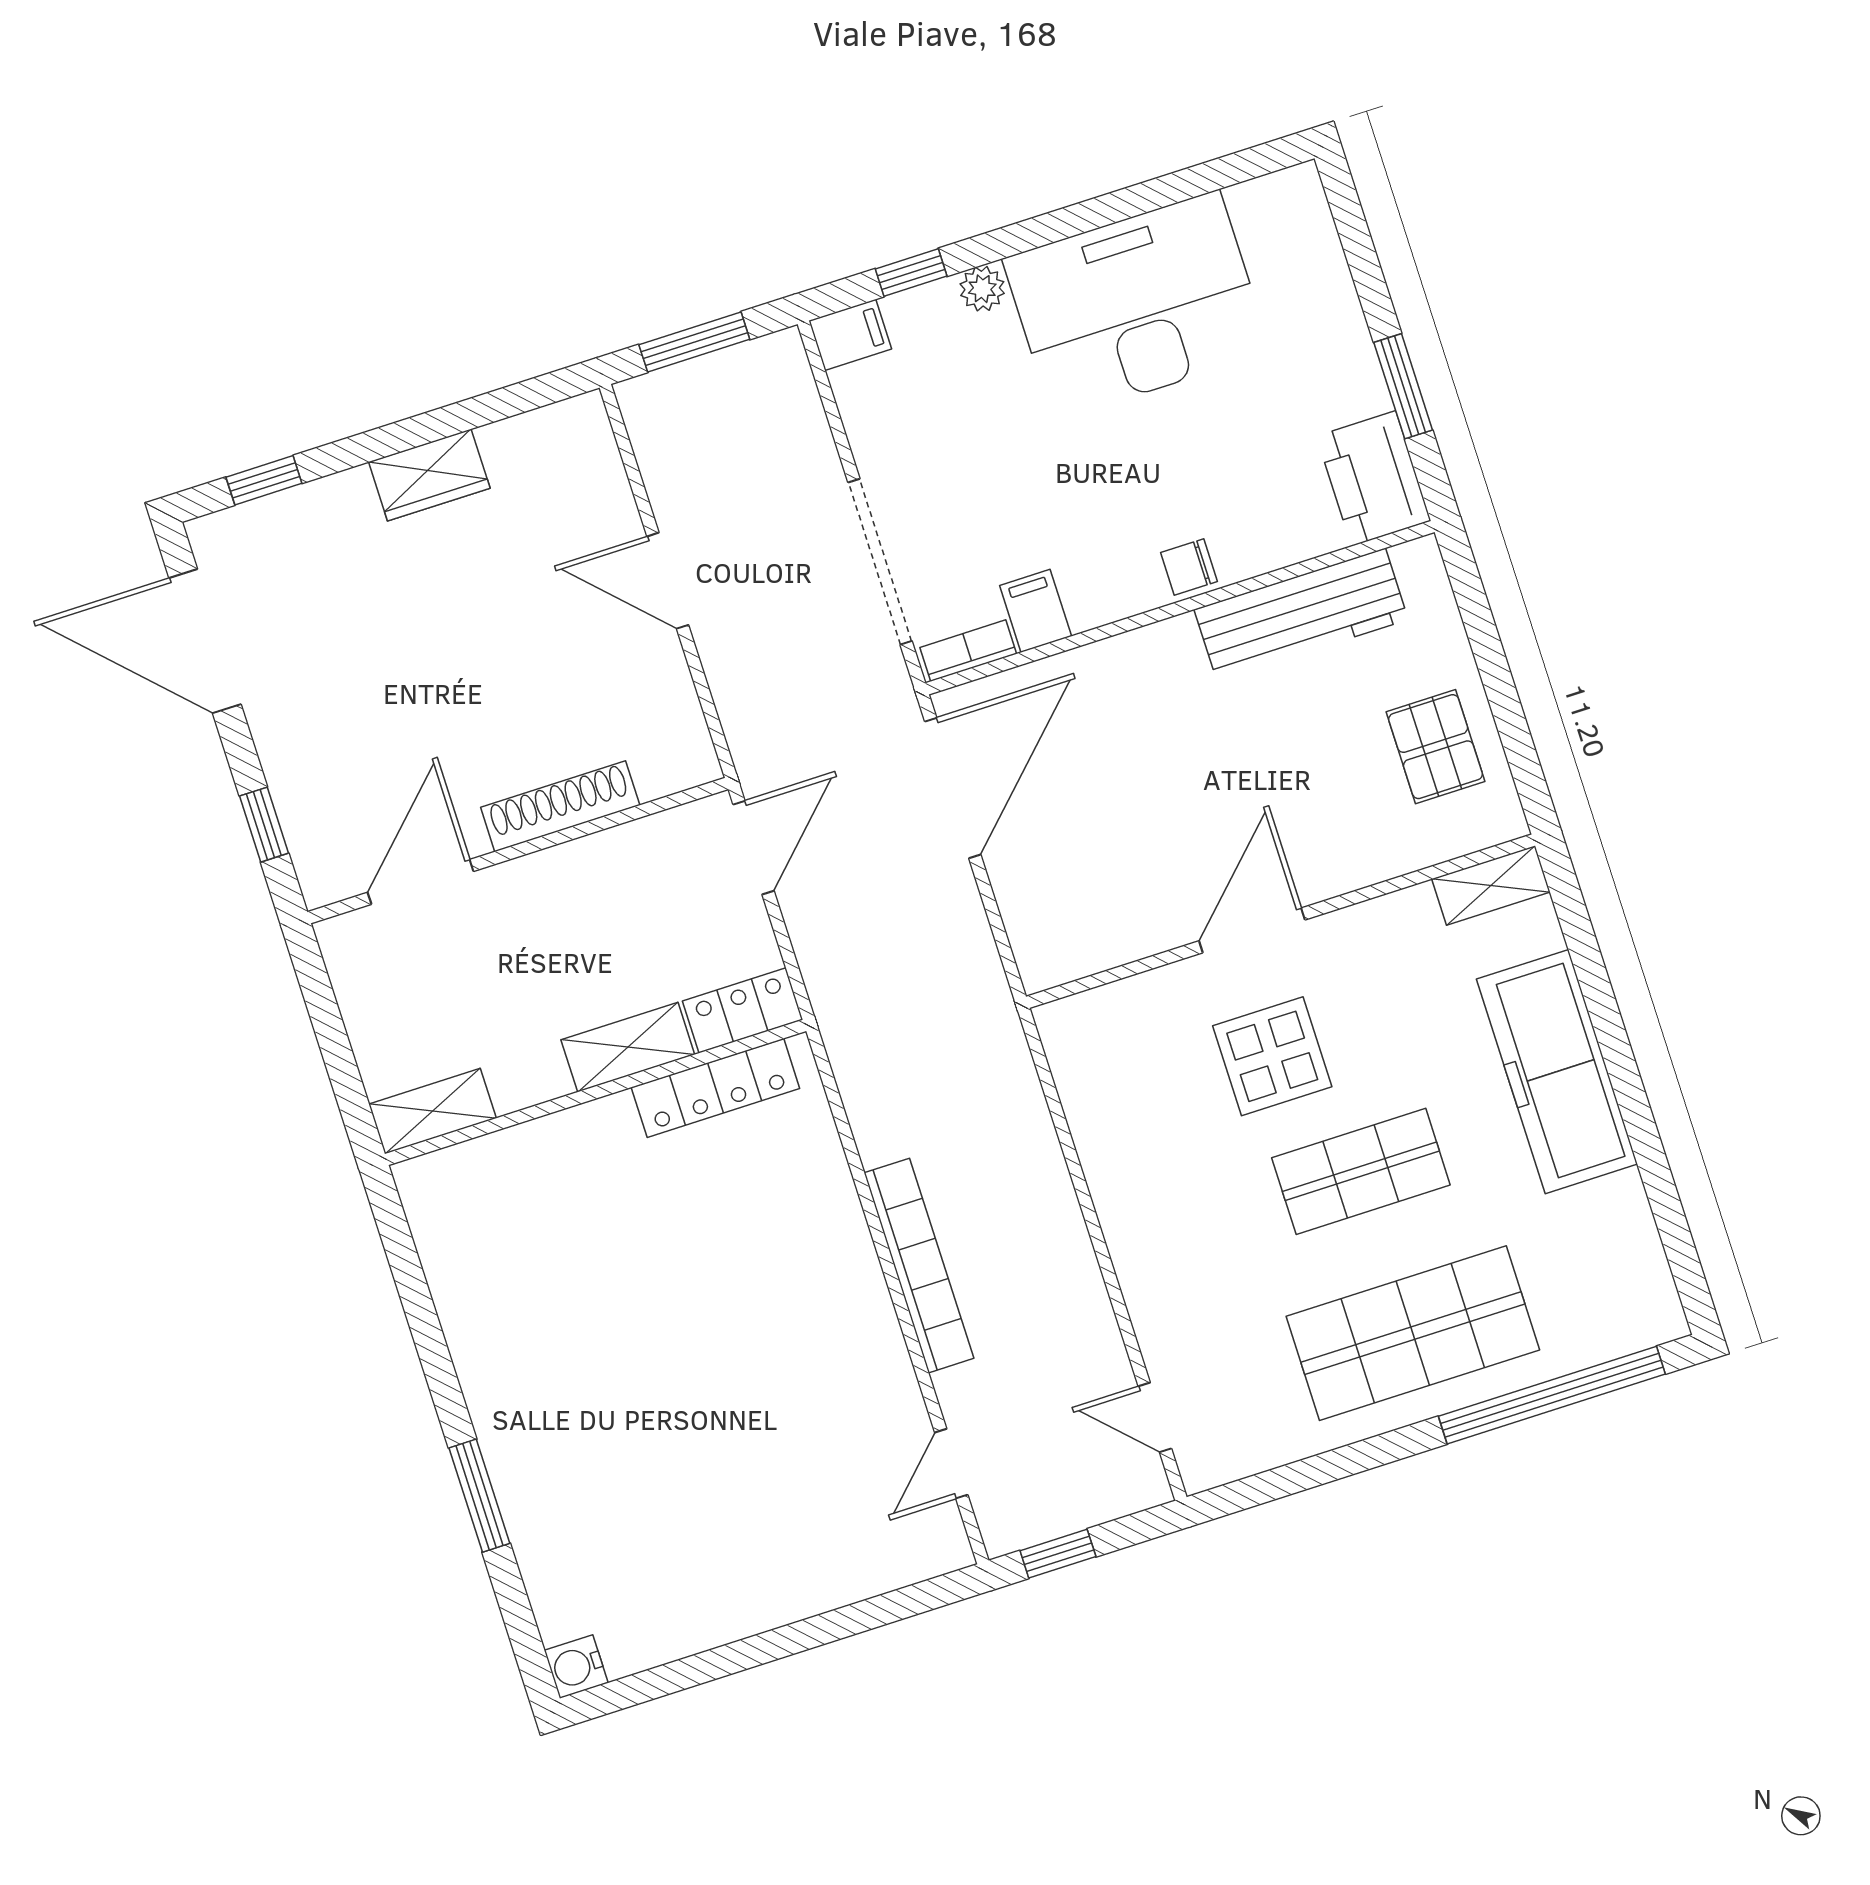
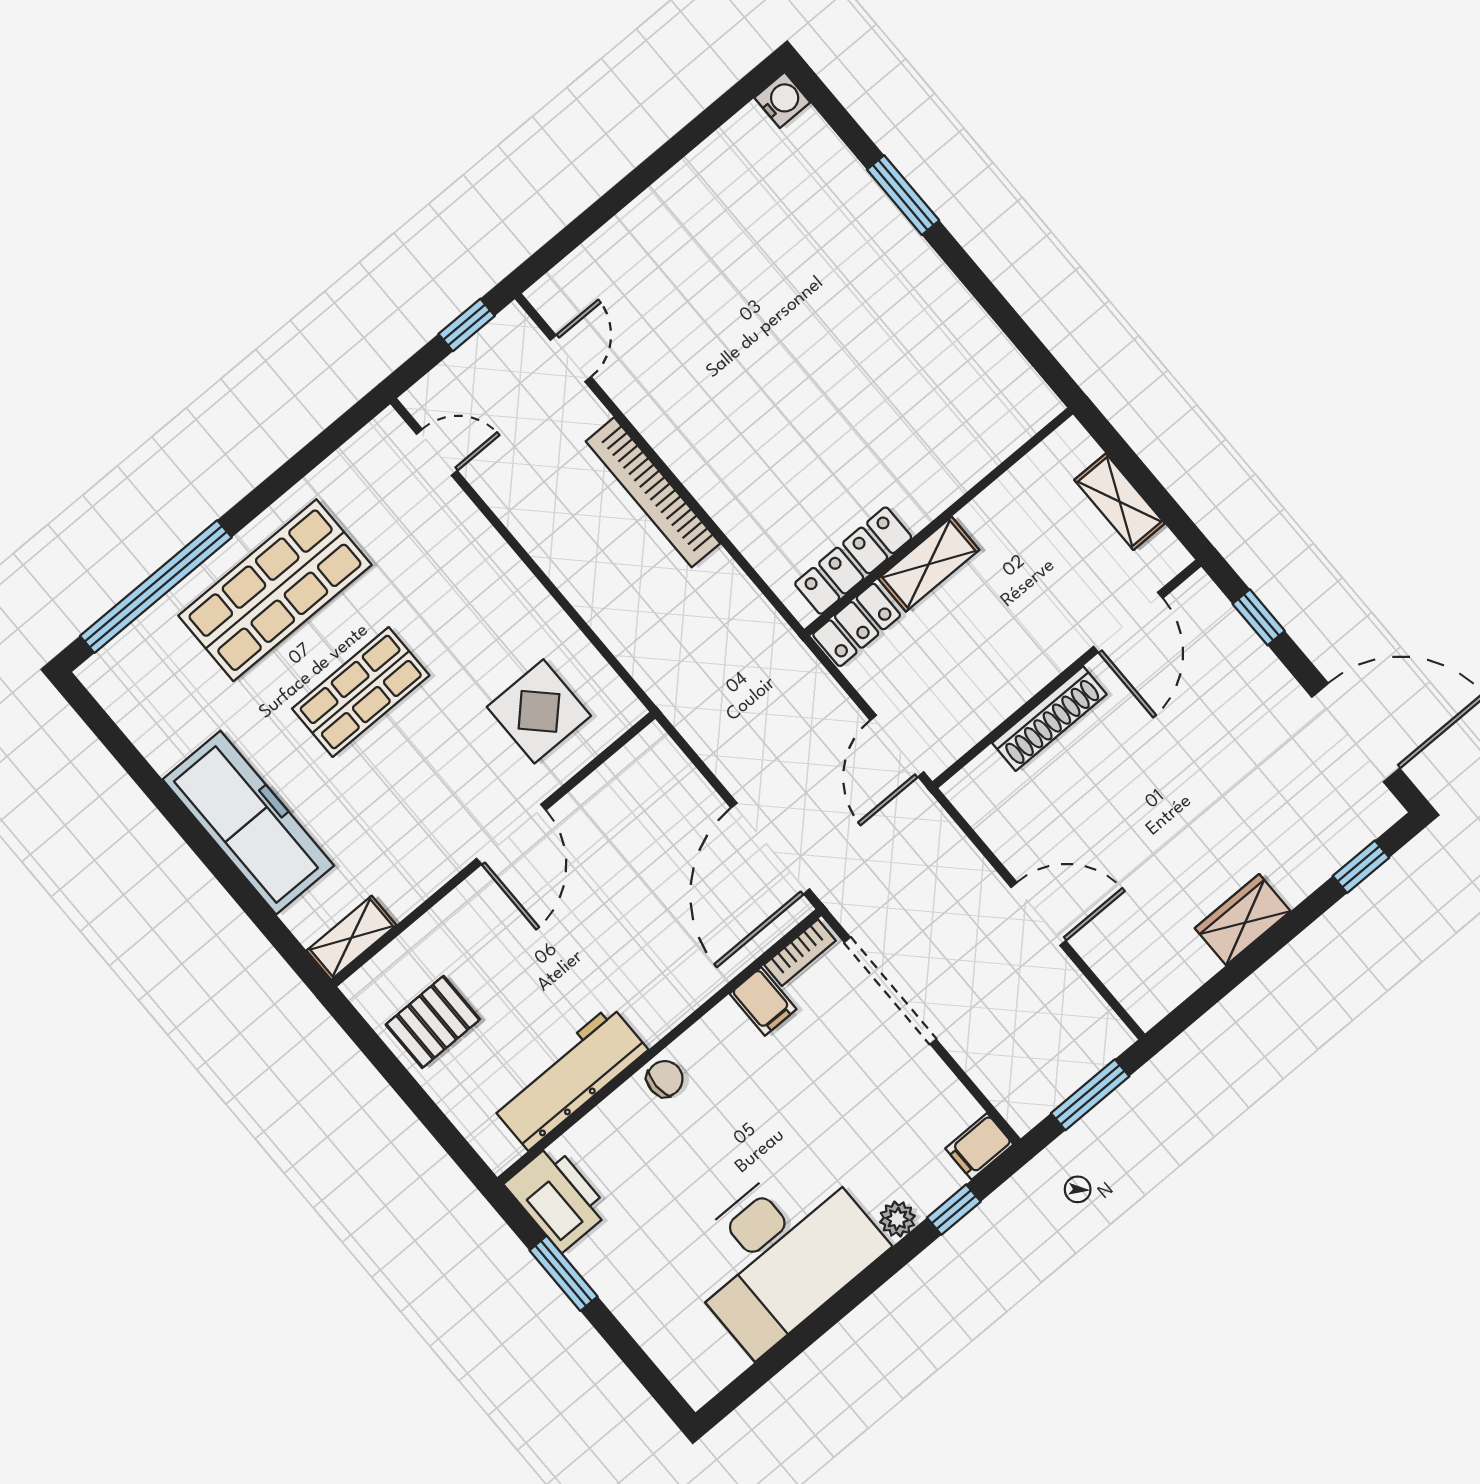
pallet: (1436, 747) -> (433, 1022), turned 90
display table: (1272, 1056) -> (539, 711), moved
shelving: (433, 1111) -> (1120, 502), moved, turned 90

